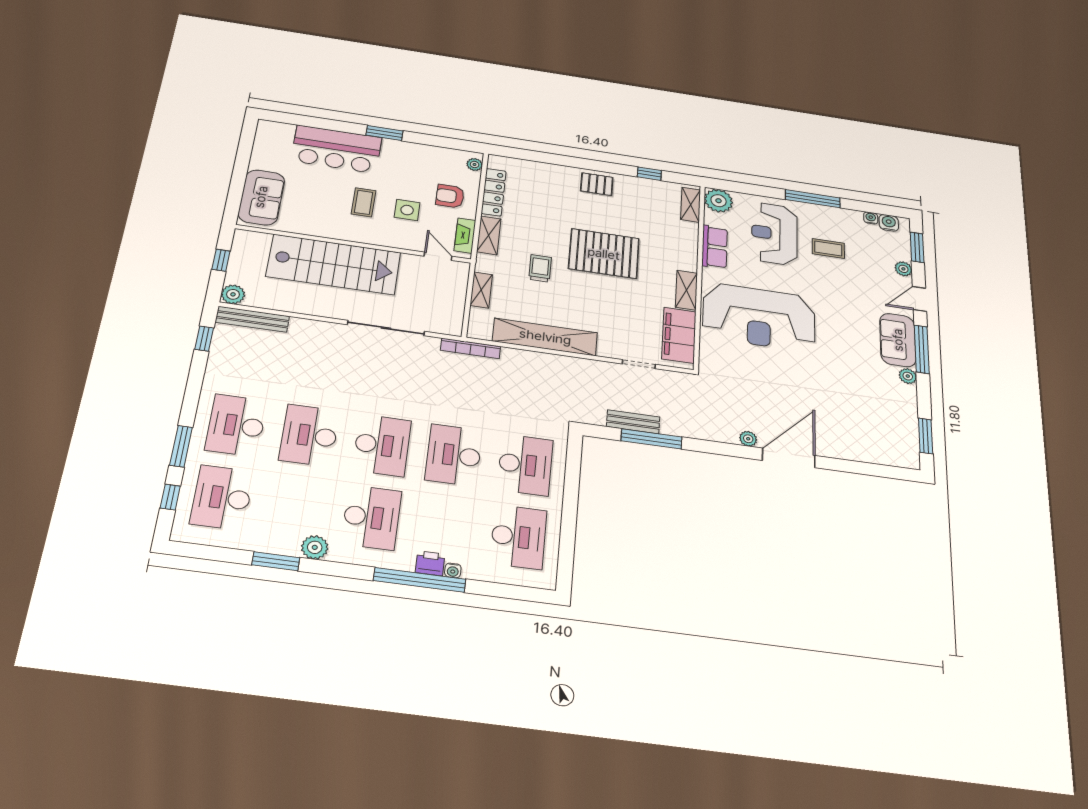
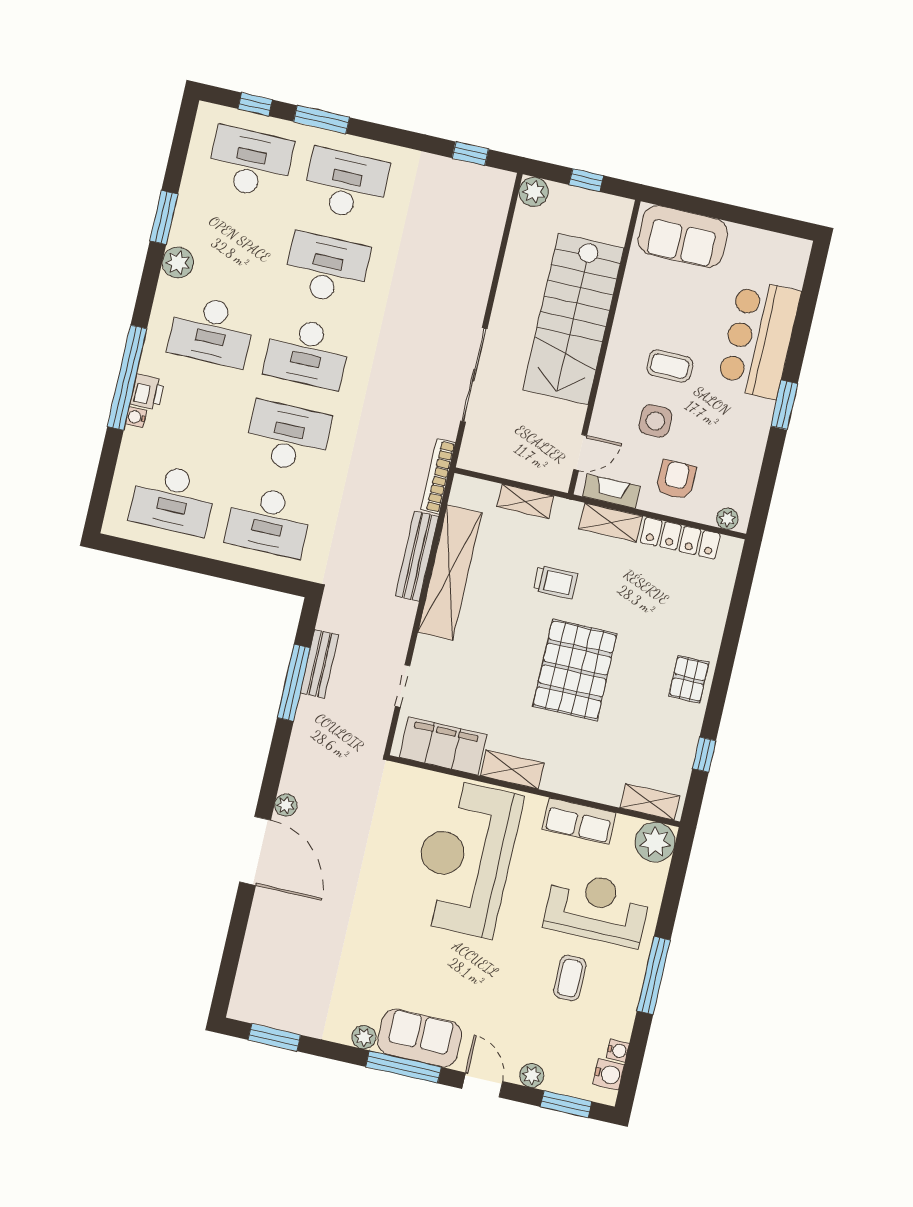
bench: (252, 319) -> (417, 556), moved

